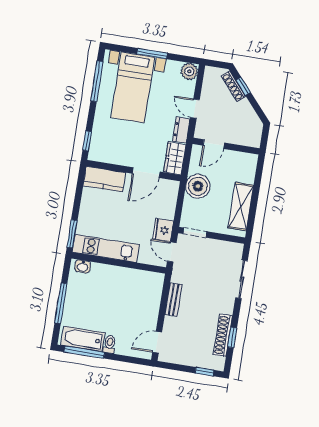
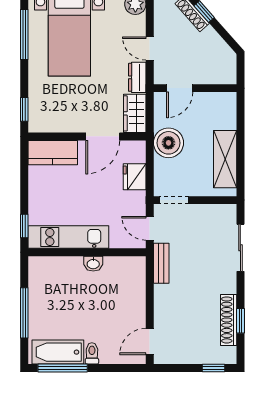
fridge: (163, 230) -> (135, 177), moved
window: (72, 234) -> (24, 226), width x0.67
washbasin: (83, 266) -> (93, 264), moved
bench: (174, 300) -> (161, 263), moved

